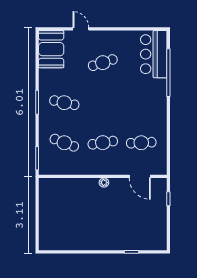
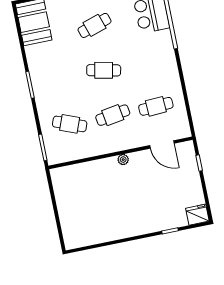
cafe table: (64, 103) -> (104, 70), moved
fridge: (158, 243) -> (197, 215), added

